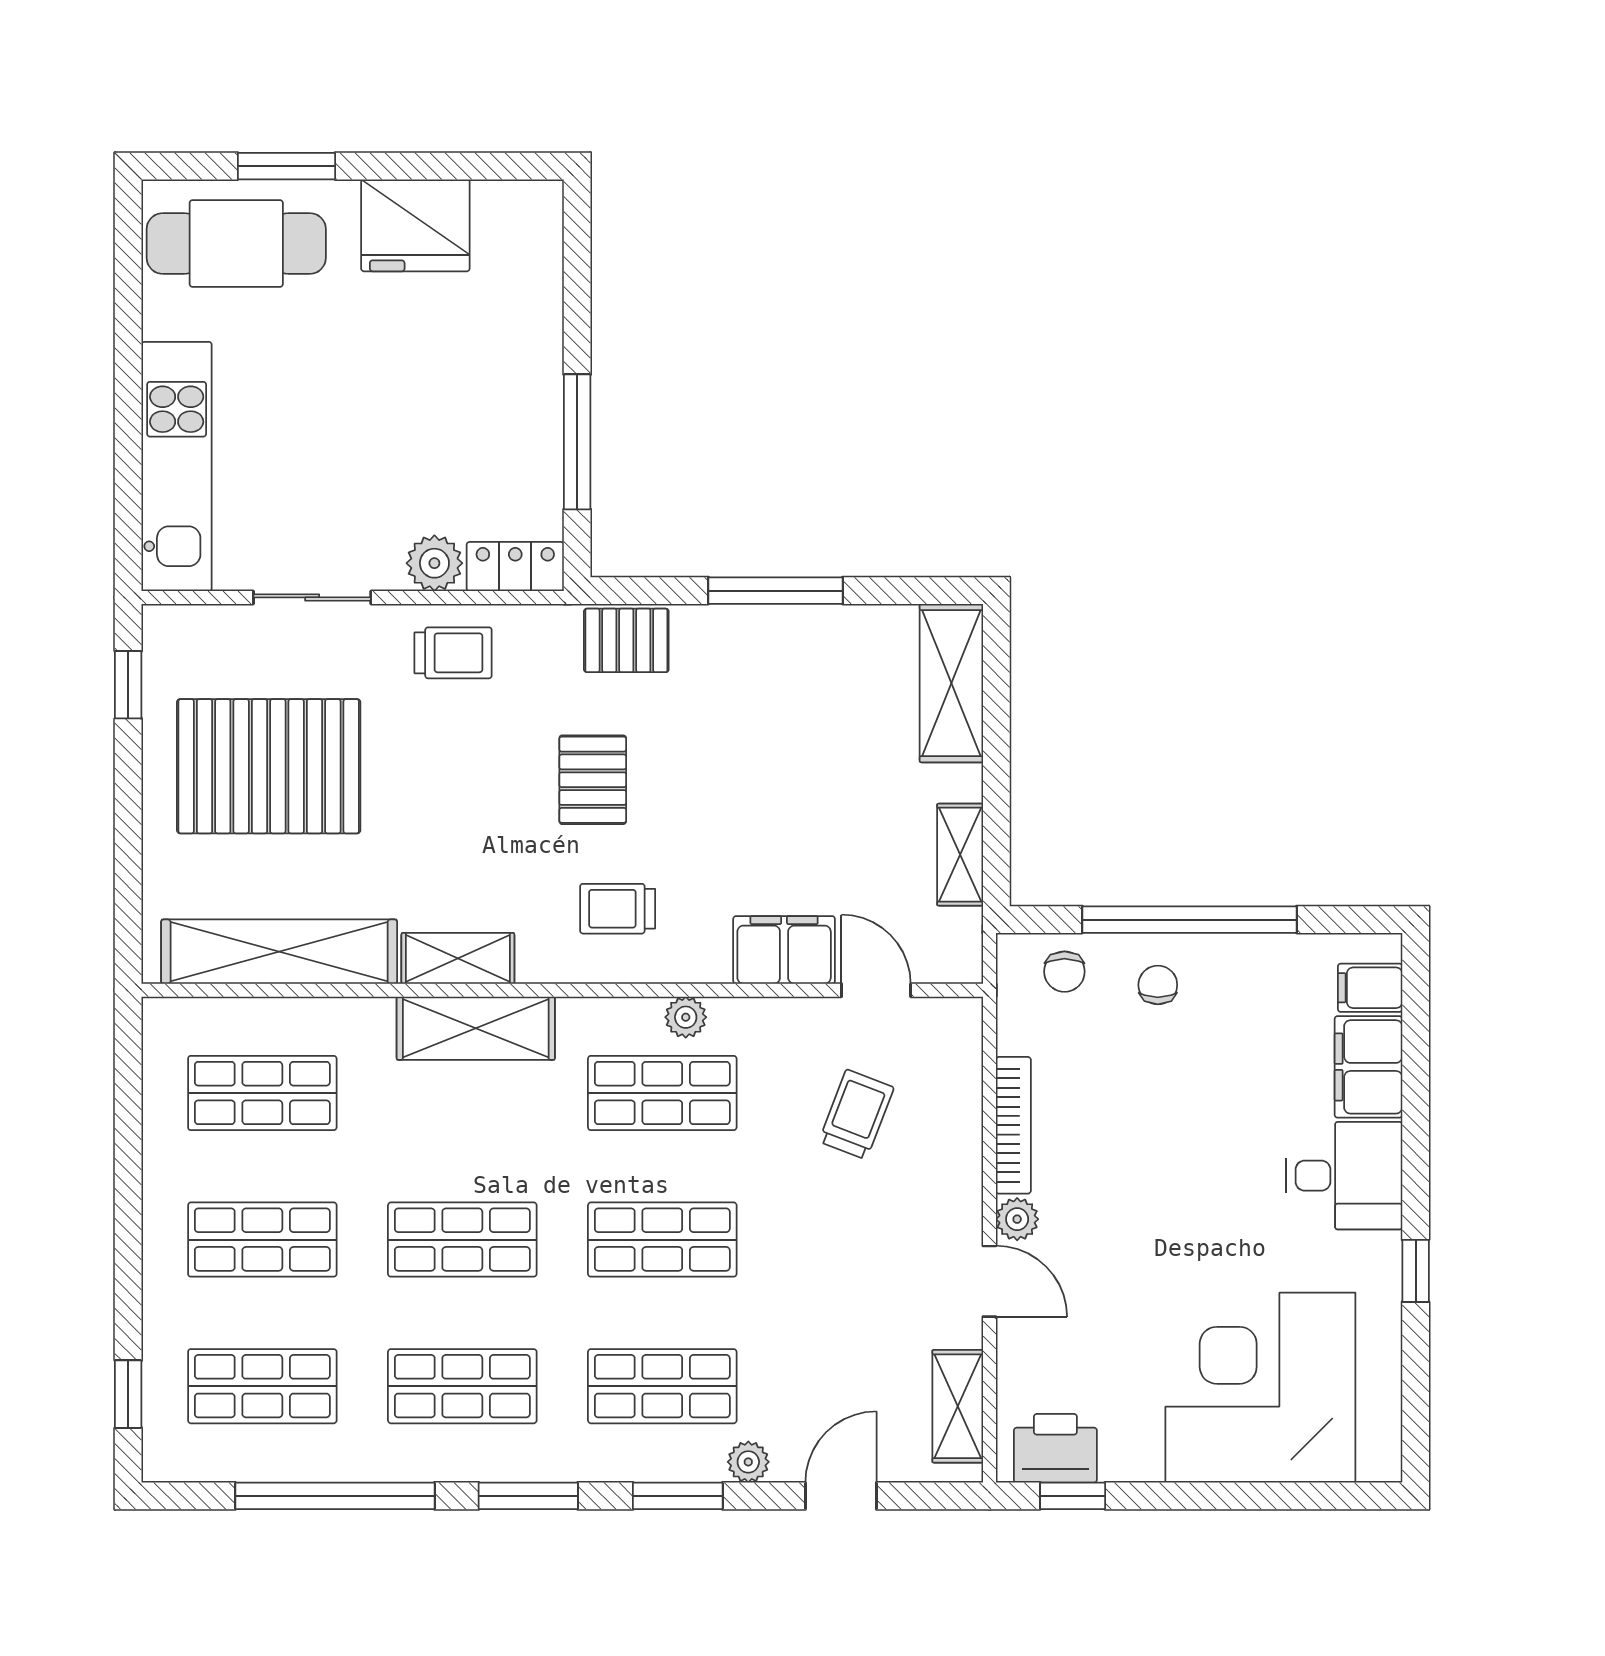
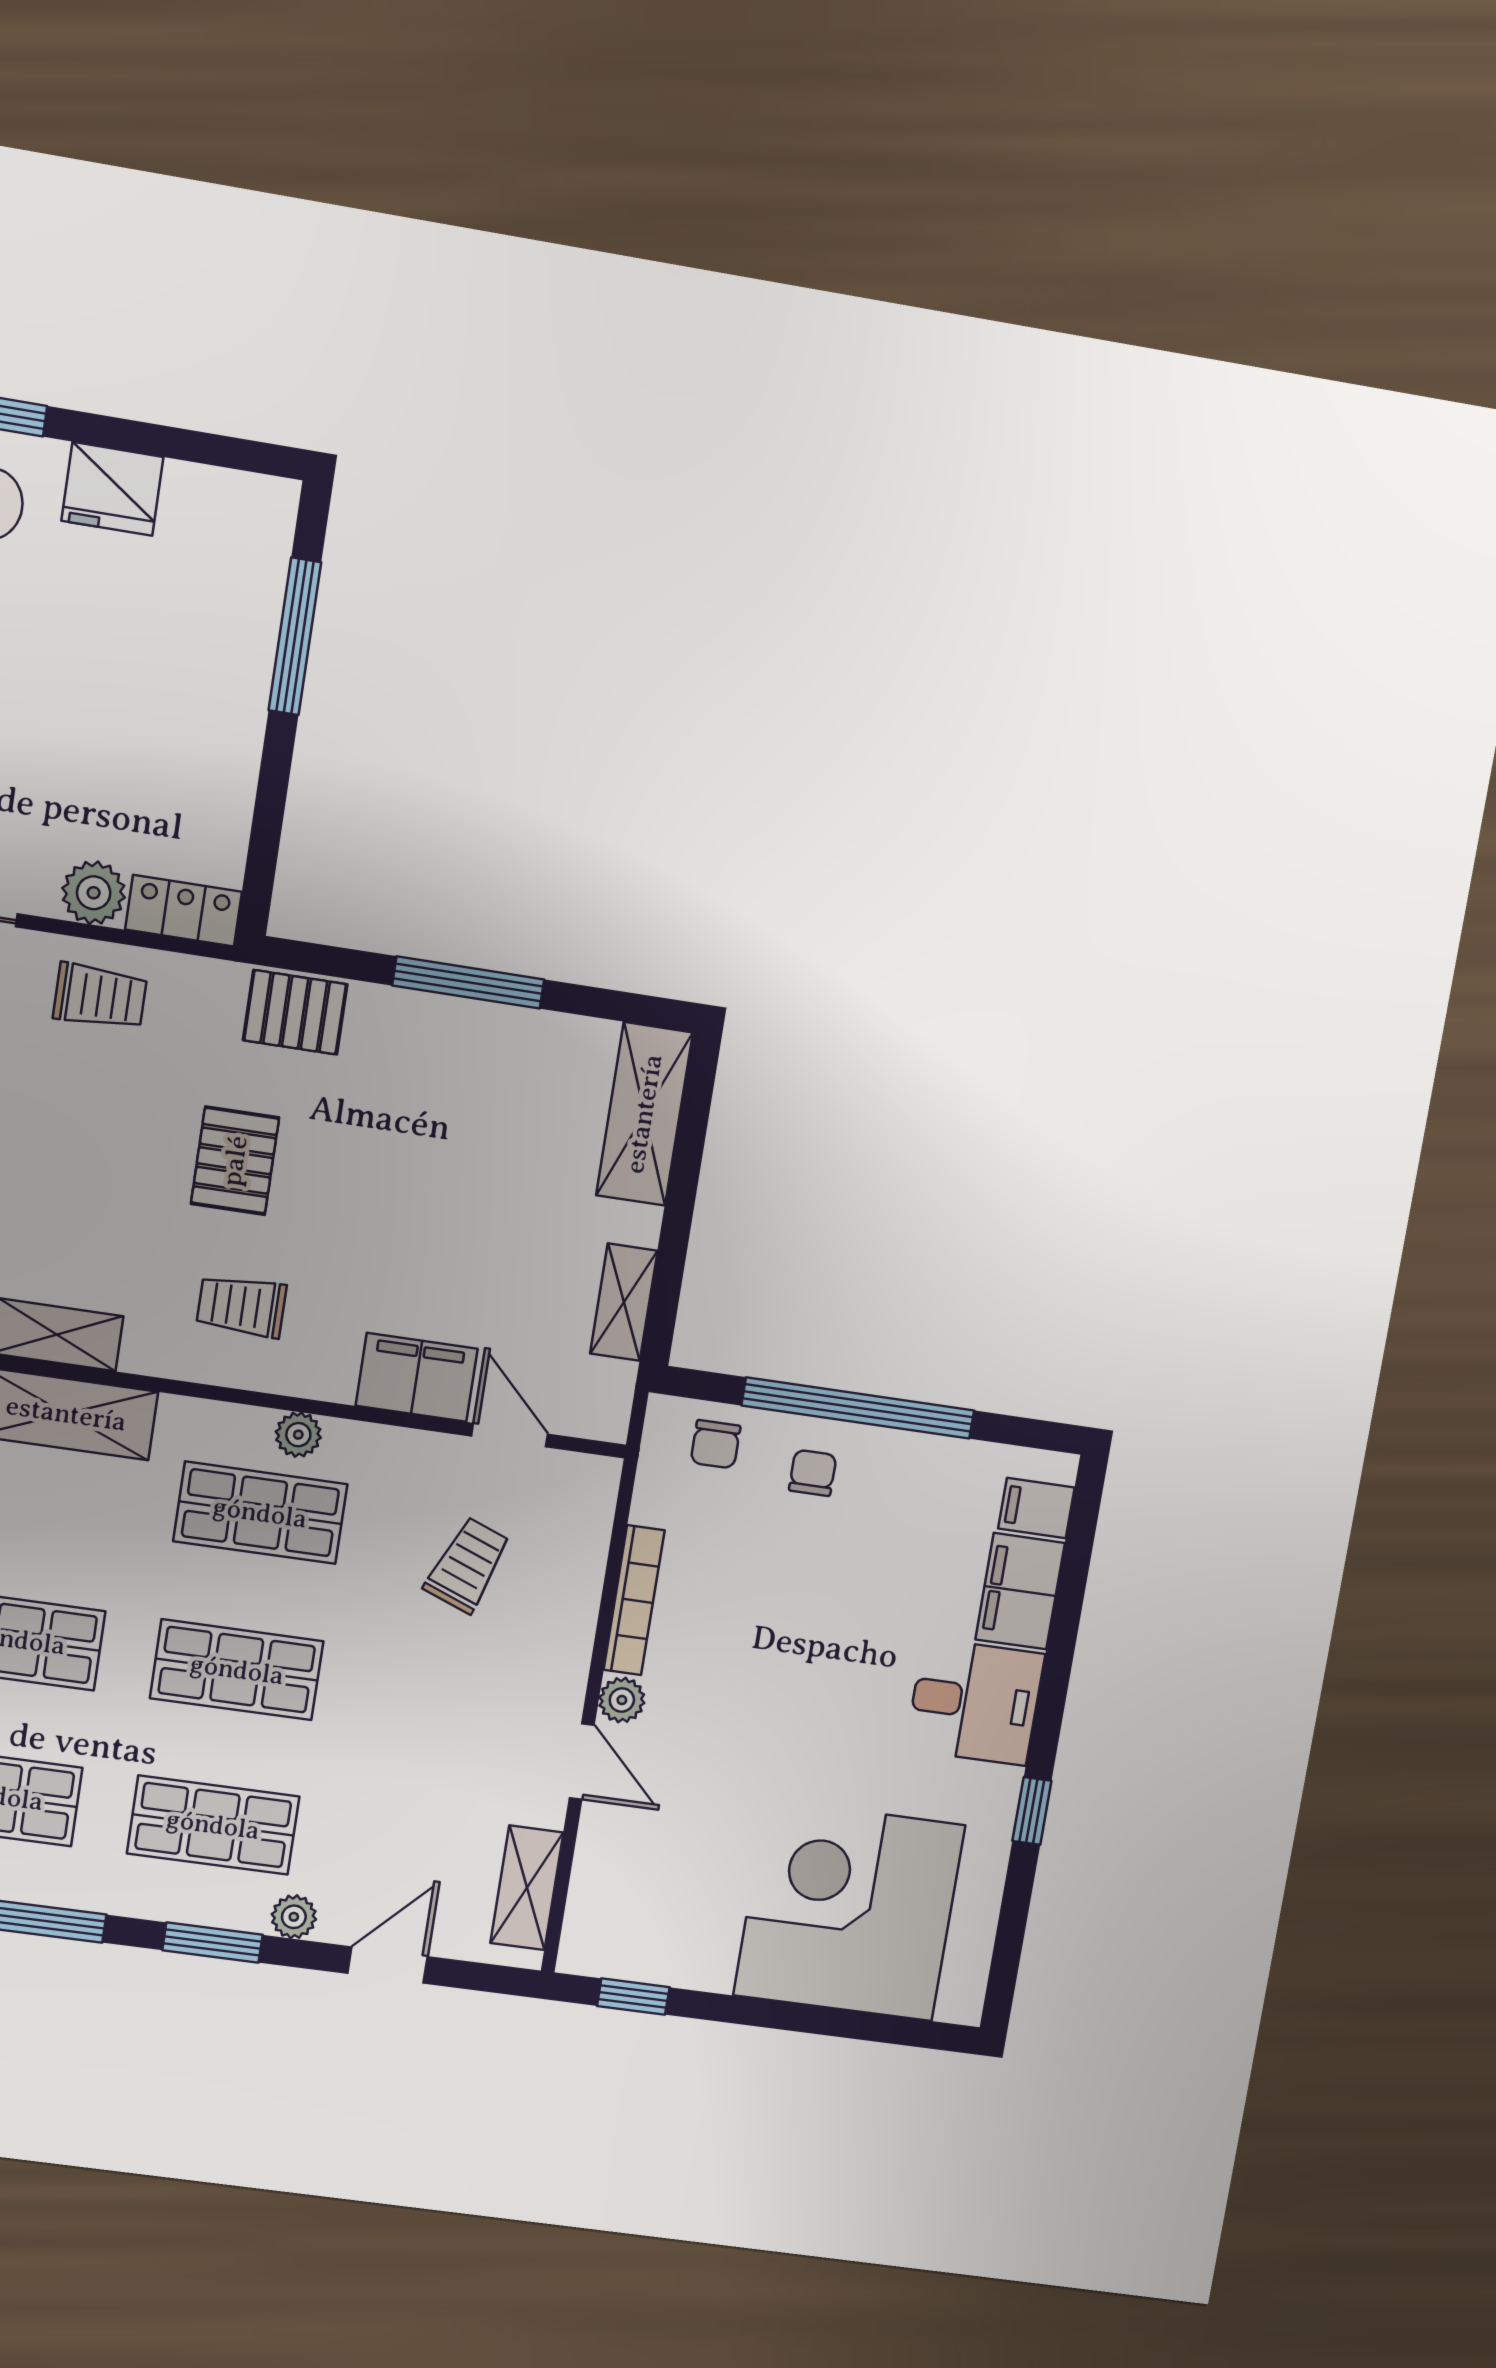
fridge: (415, 225) -> (112, 489), width x0.73, depth x0.75
window: (577, 442) -> (295, 636), moved
printer: (1055, 1448) -> (623, 1945), removed

